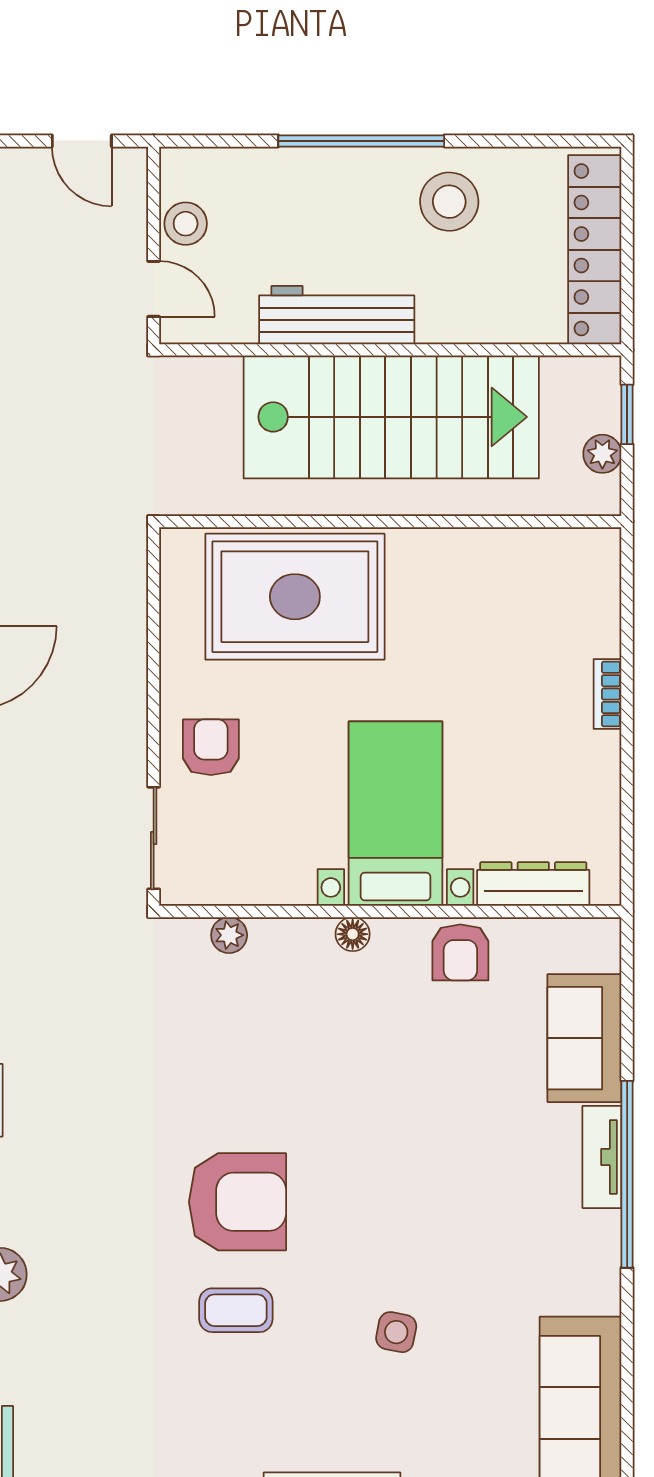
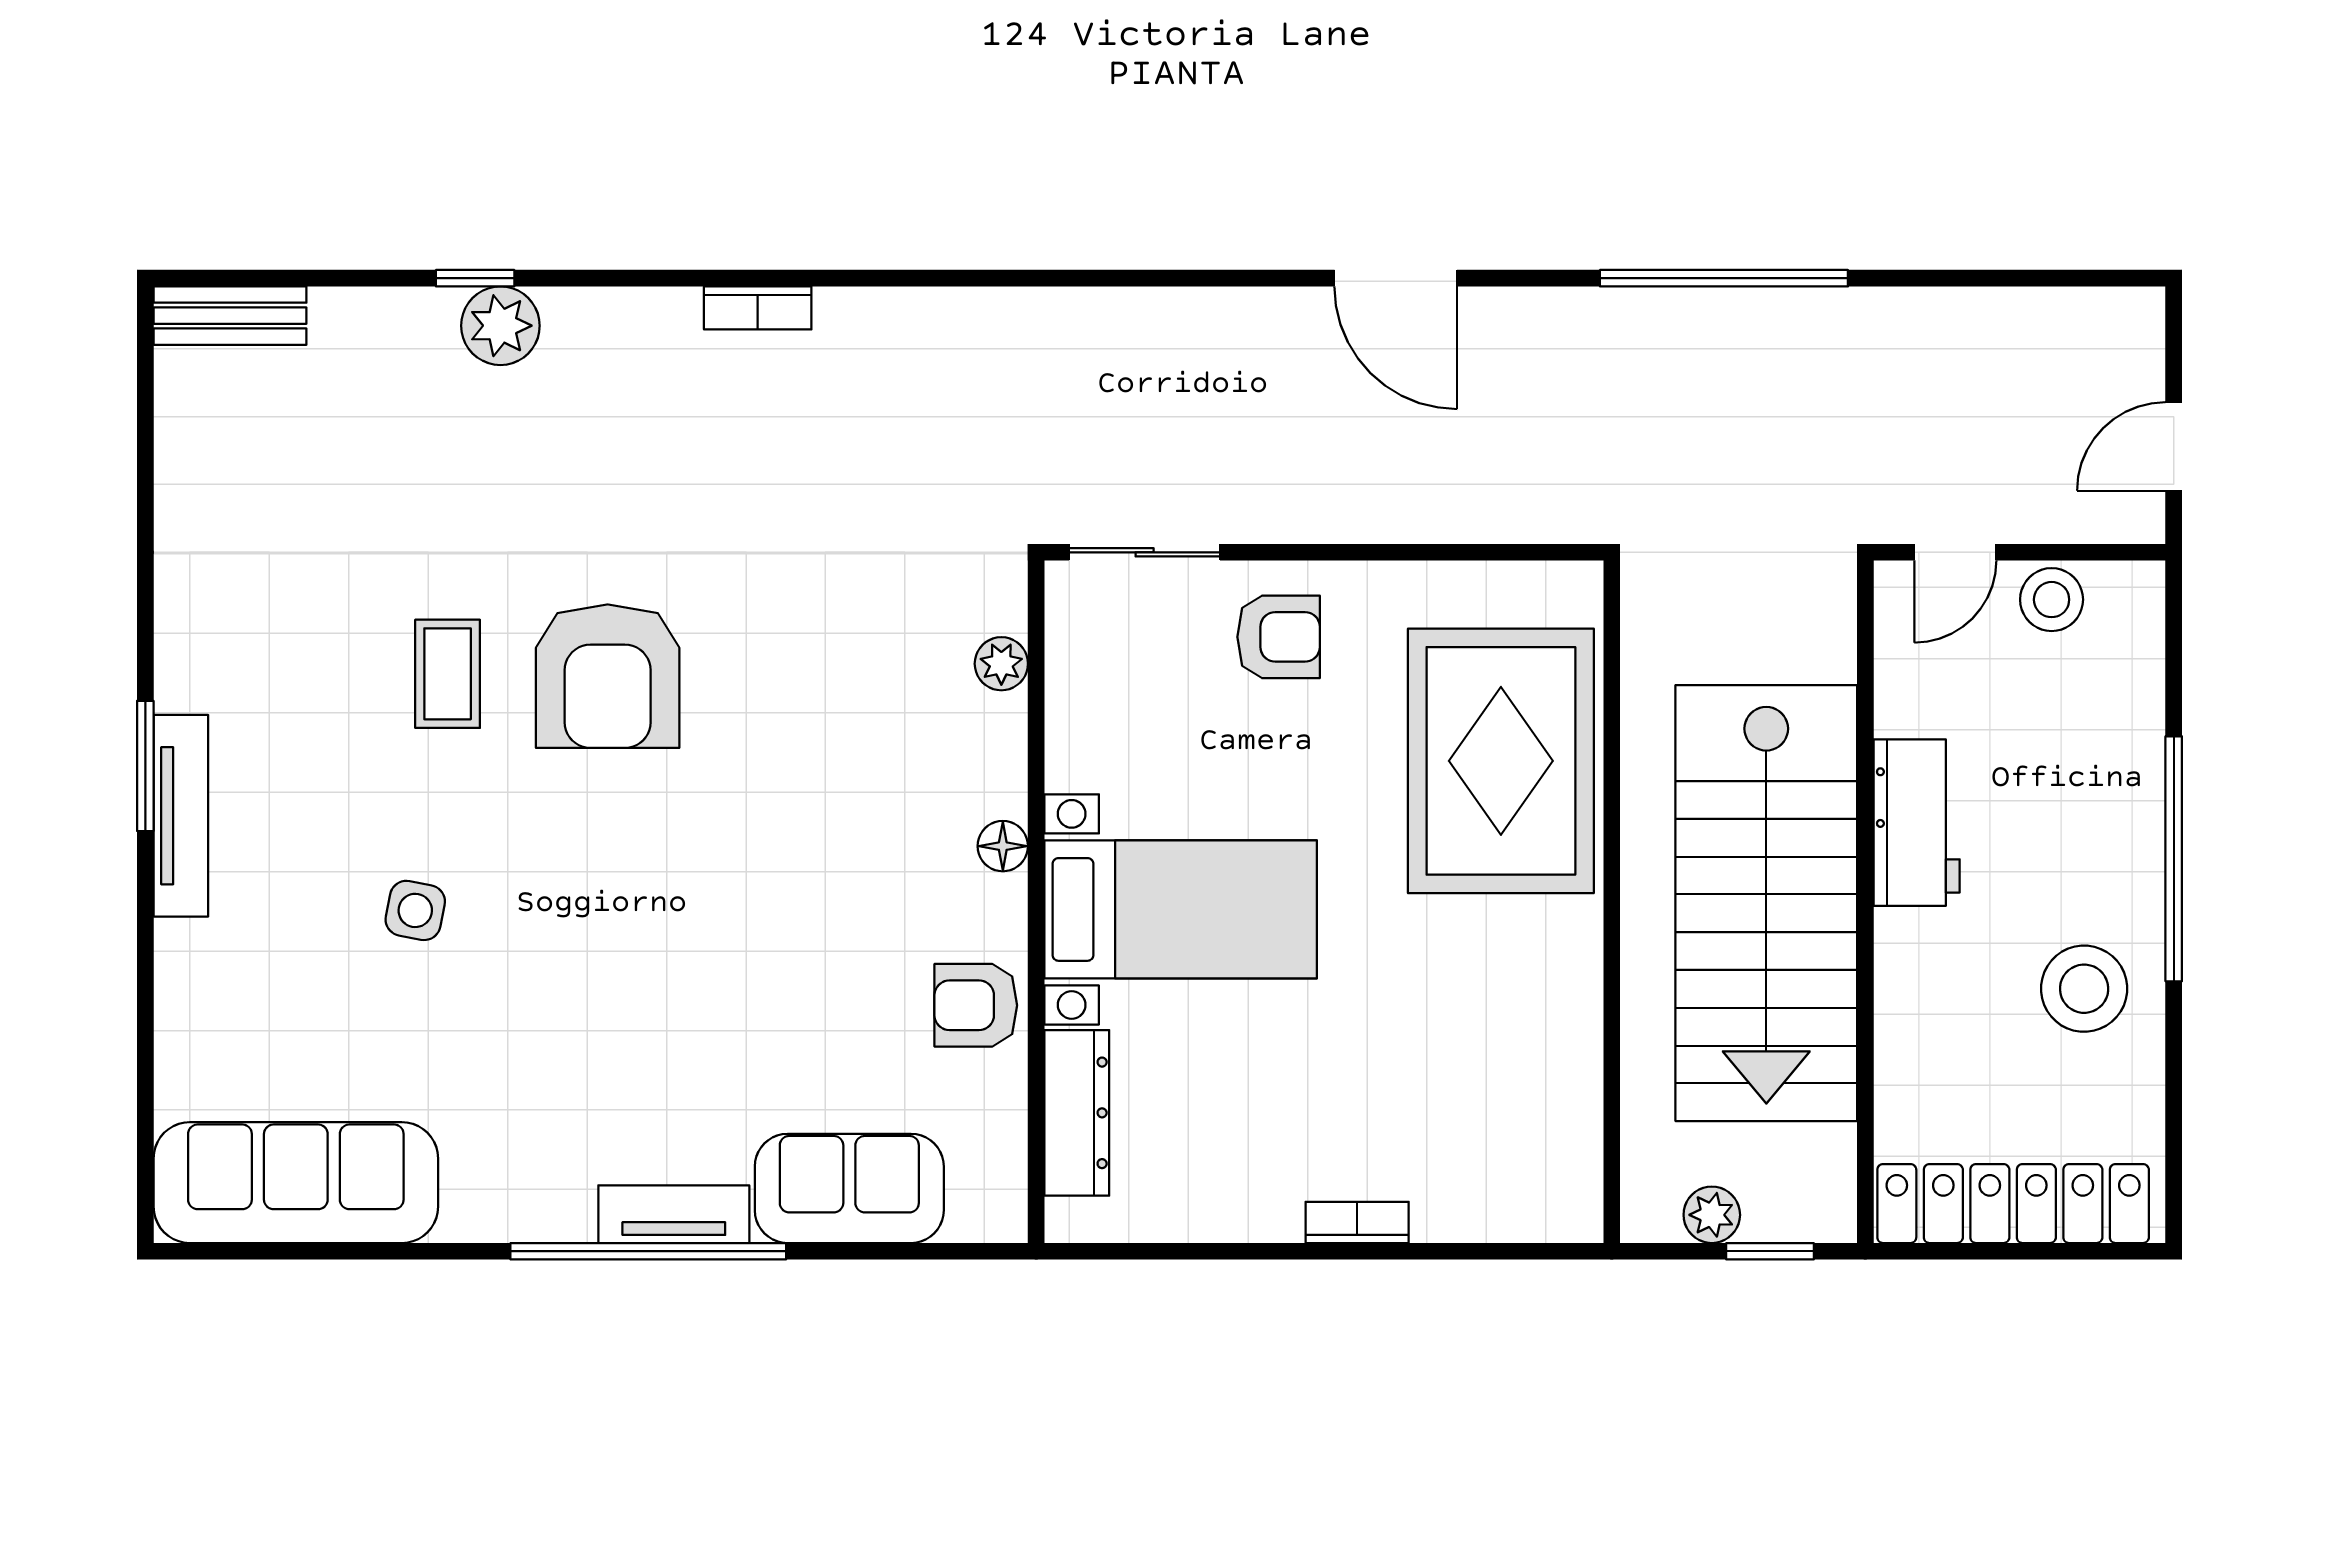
workbench: (337, 315) -> (1917, 823), width x0.73

